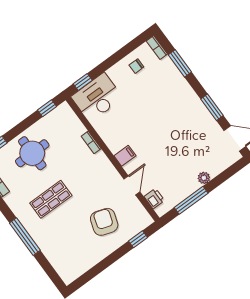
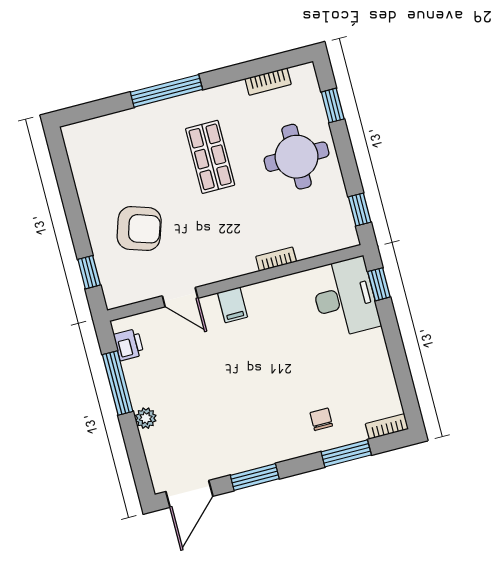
chair: (136, 66) -> (321, 419), moved
printer: (154, 199) -> (129, 345), moved, turned -90

